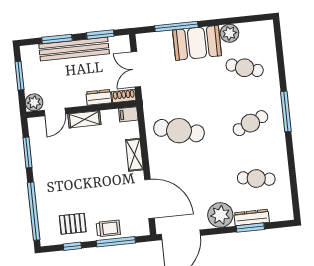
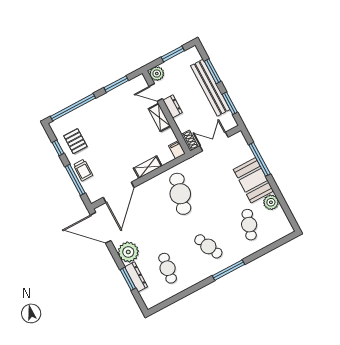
dresser: (99, 97) -> (173, 106), moved

